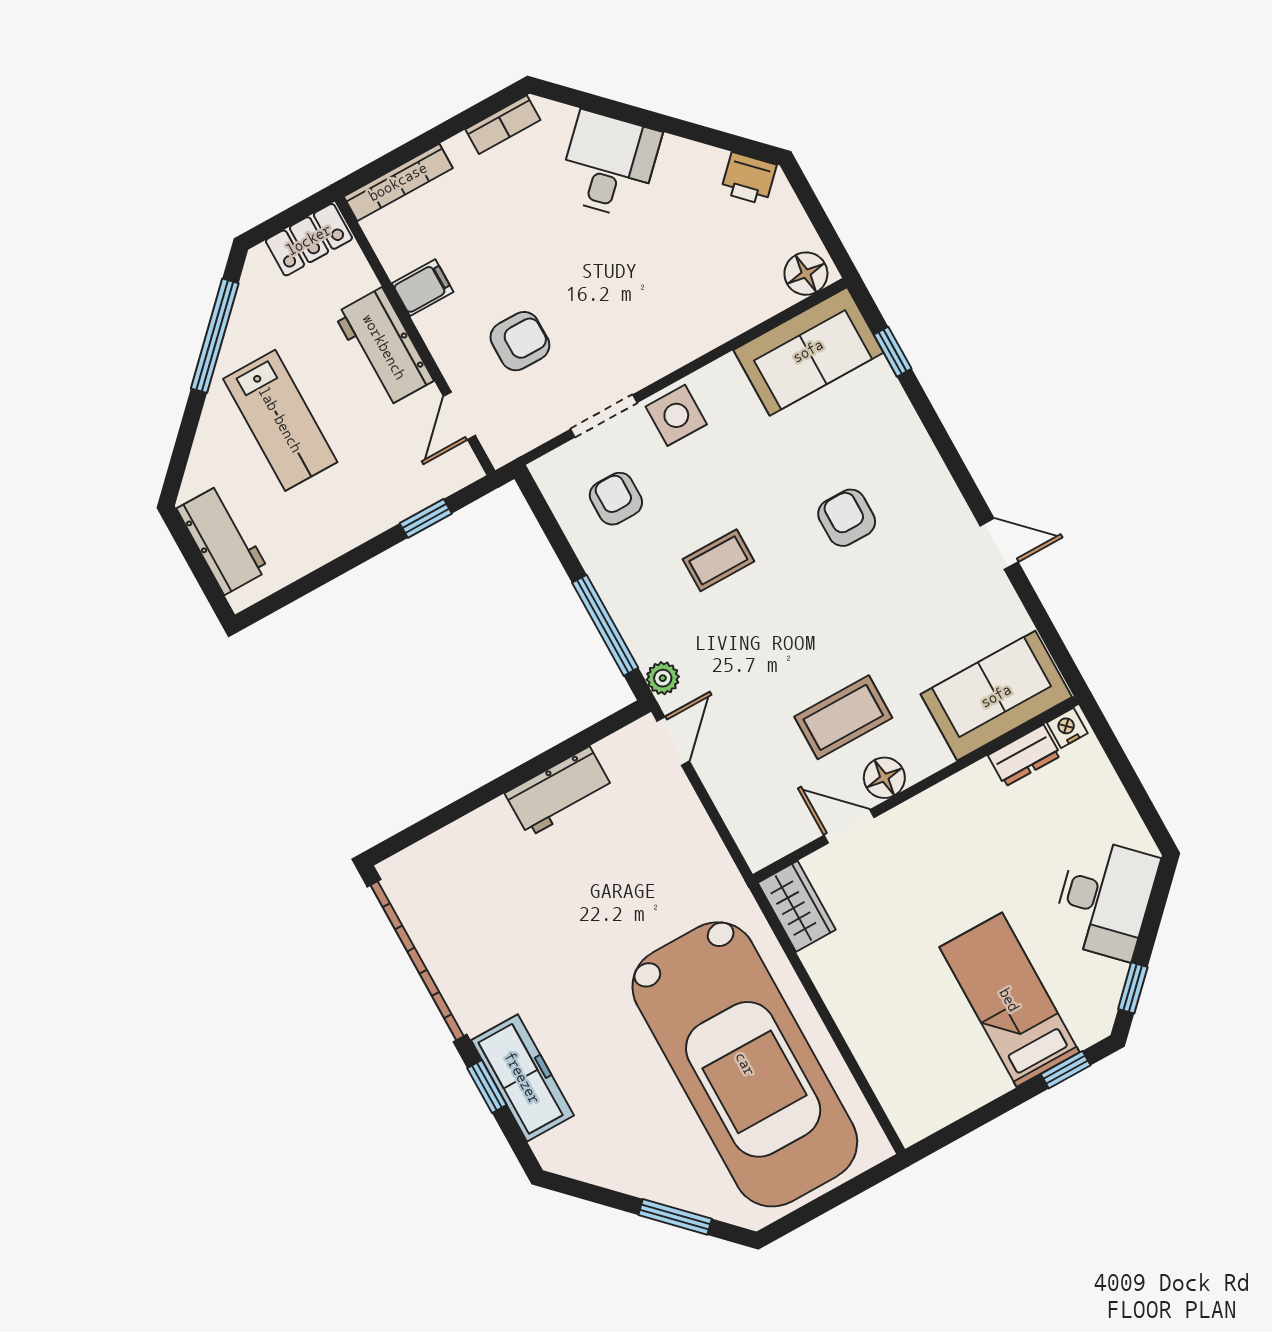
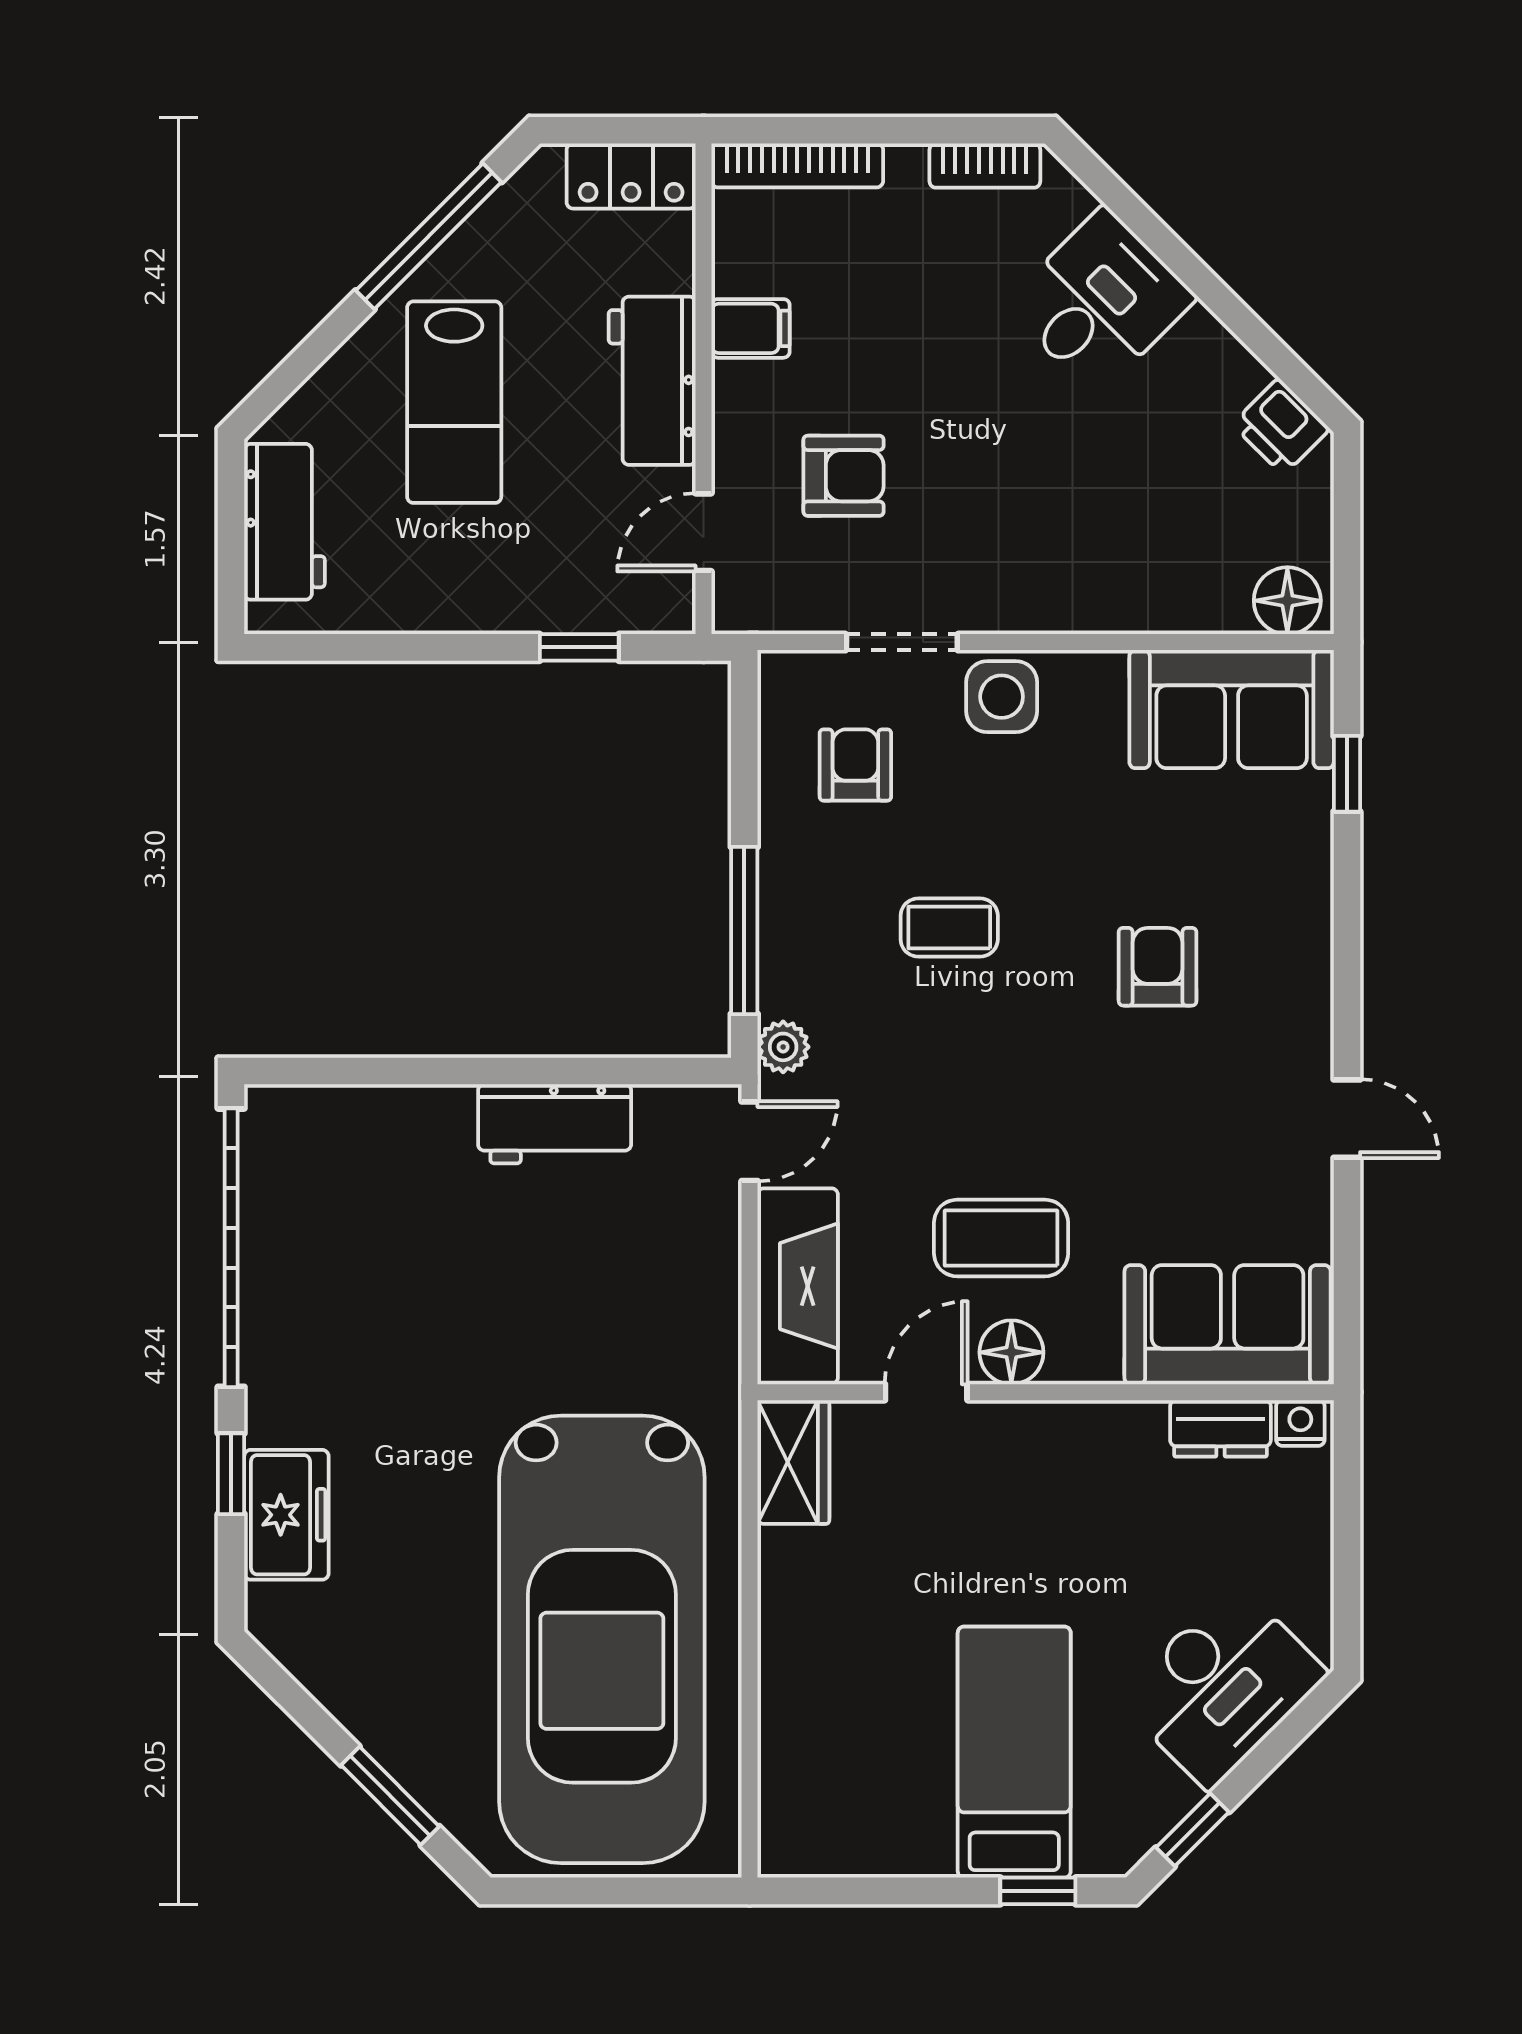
fireplace: (745, 807) -> (798, 1286), added
door: (849, 826) -> (926, 1392), hinge flipped
freezer: (522, 1078) -> (286, 1515), width x0.71

